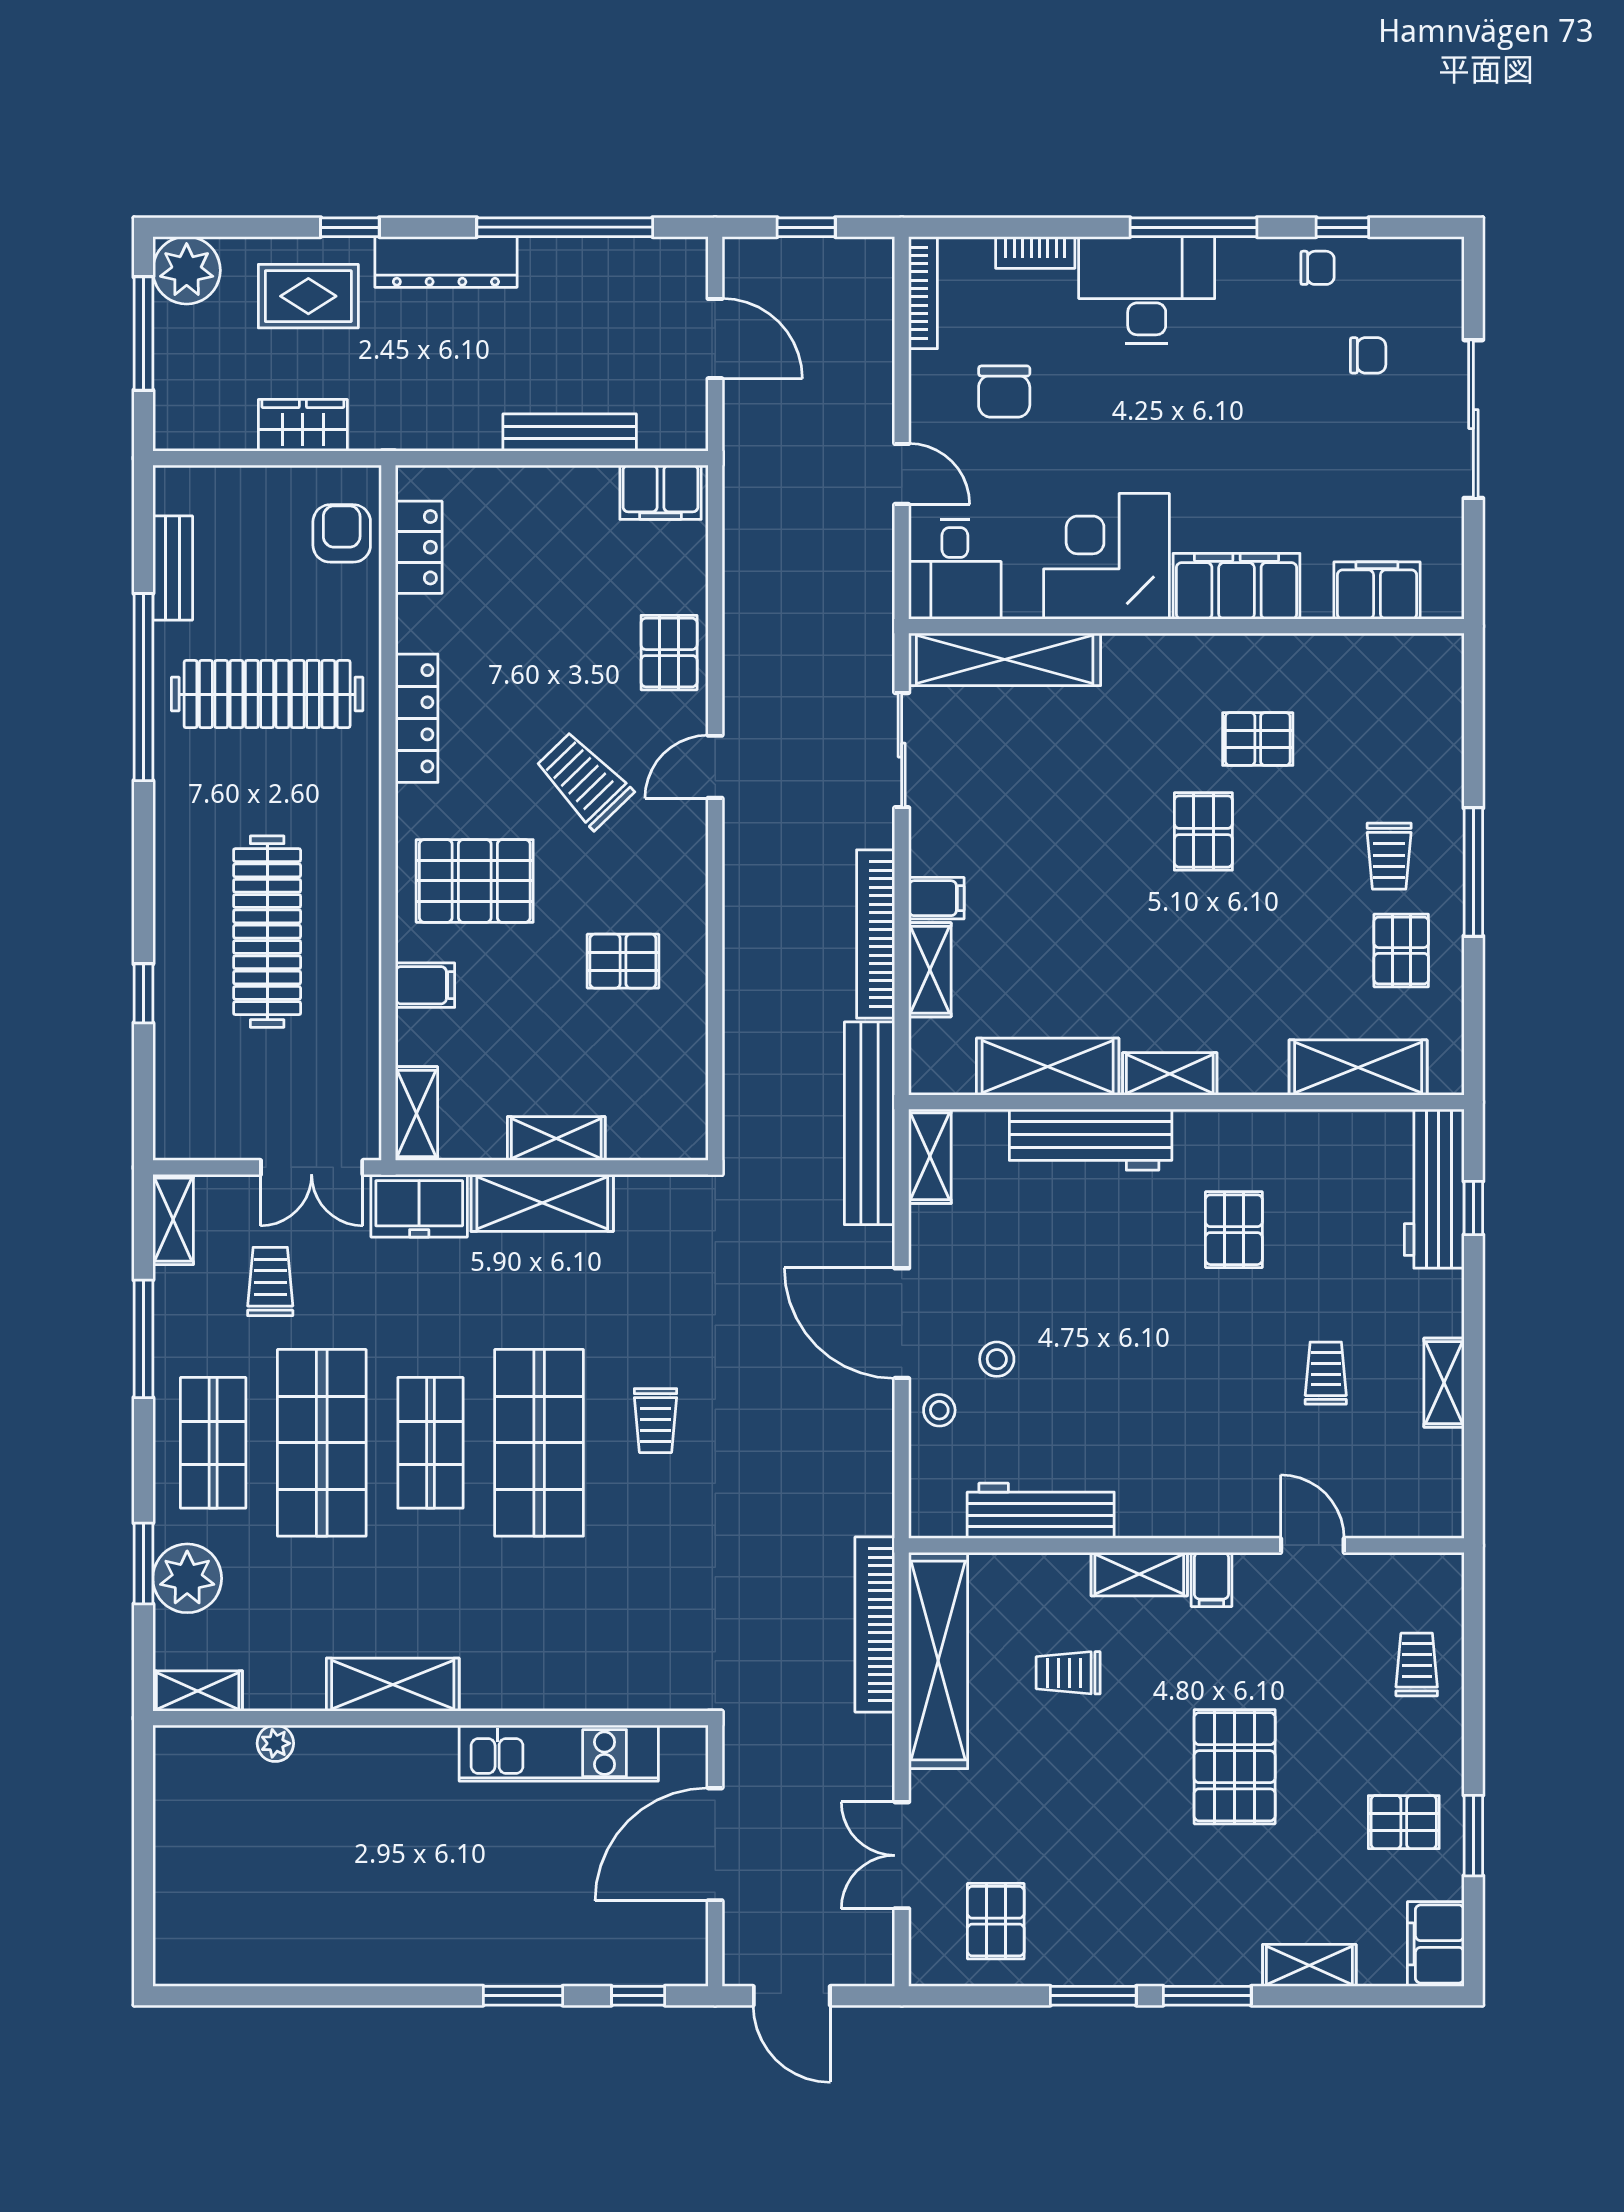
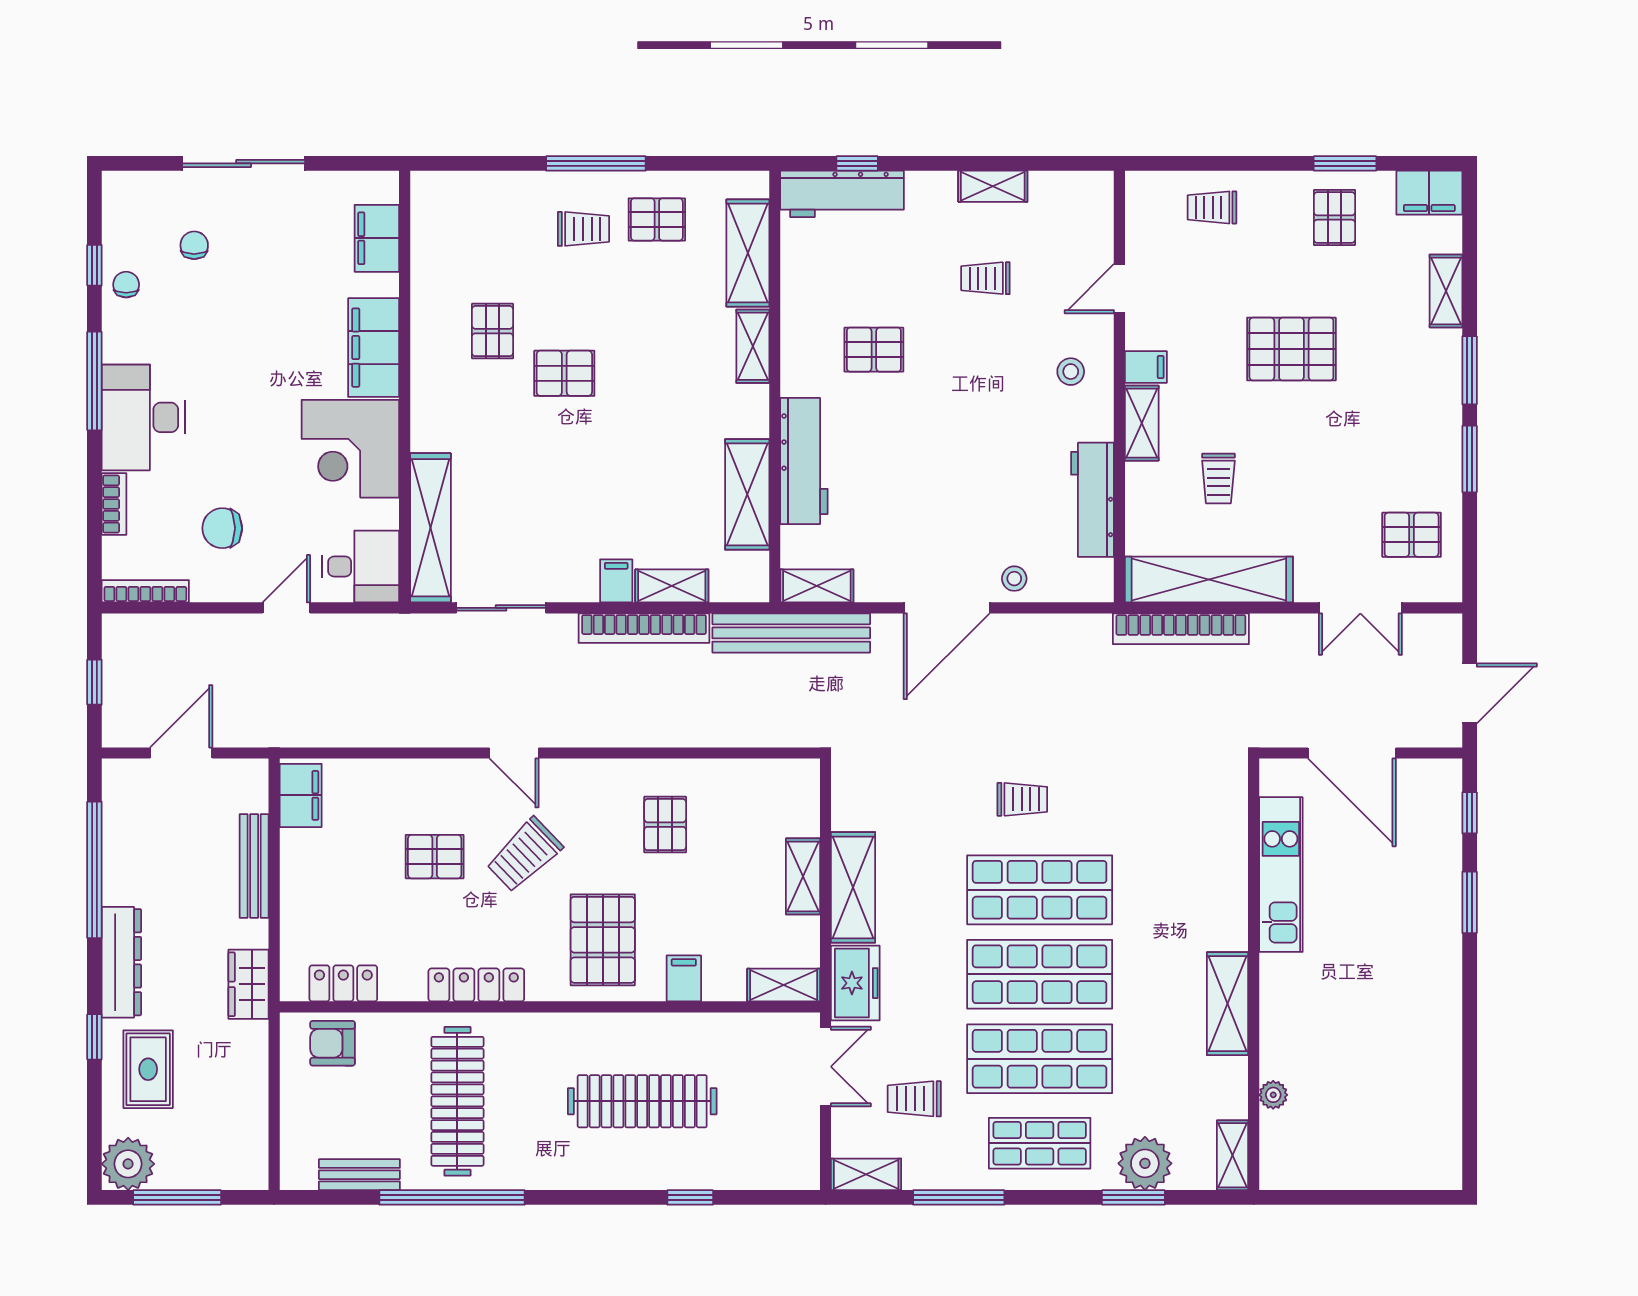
chair: (1004, 392) -> (222, 528), turned 180
wardrobe: (303, 425) -> (249, 984), moved
pallet: (669, 653) -> (435, 857), moved
shelving: (1170, 1074) -> (753, 346), moved
stool: (997, 1359) -> (1071, 372), moved
shop shelf: (430, 1443) -> (1040, 974), width x1.43, depth x1.36

